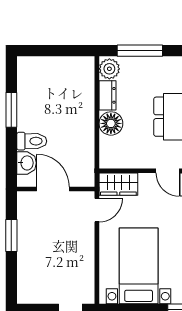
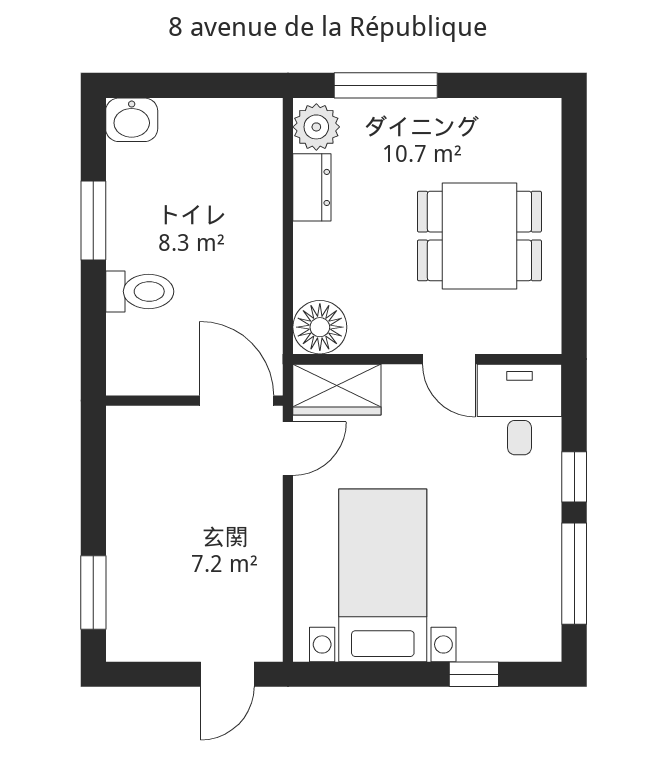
floor lamp: (111, 123) -> (320, 327), moved
washbasin: (26, 163) -> (132, 120), moved, turned 90
door: (53, 189) -> (237, 401), moved
window: (11, 235) -> (93, 592), moved

